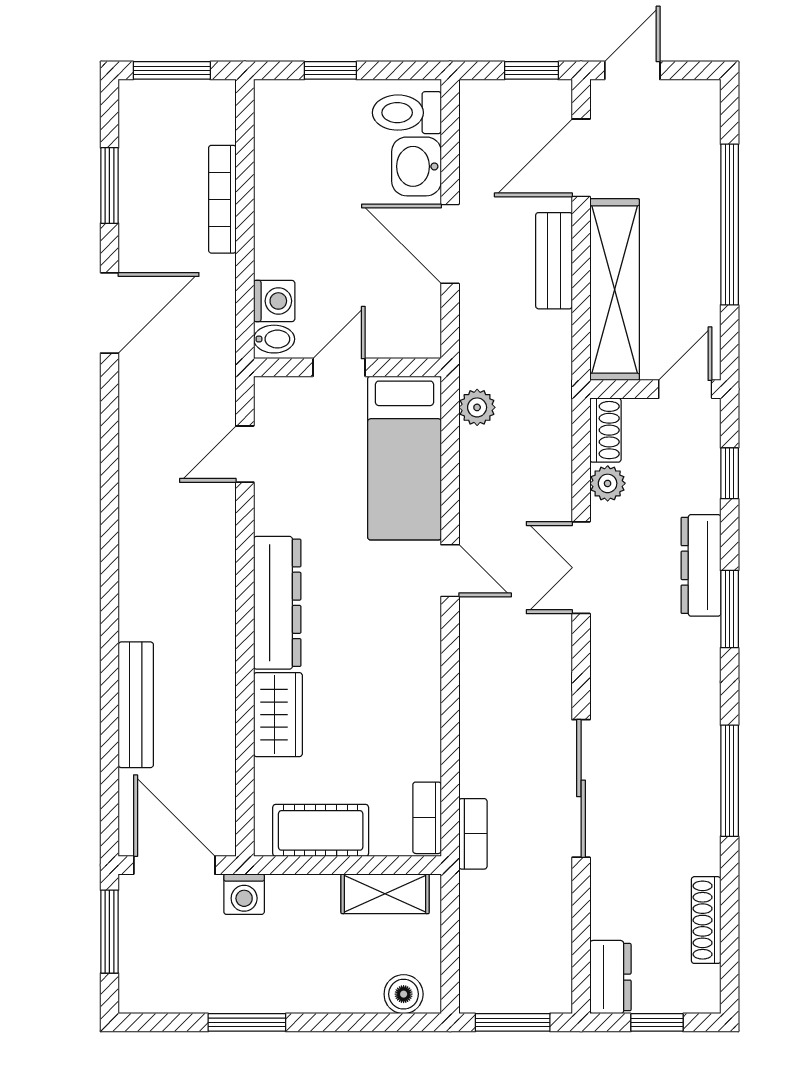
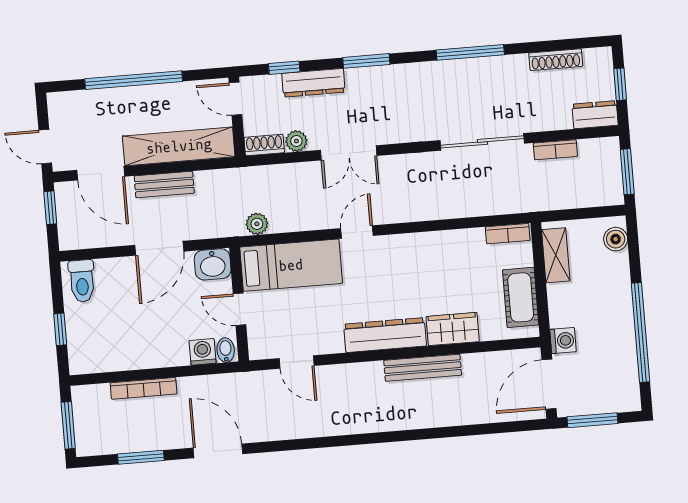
washbasin: (416, 166) -> (213, 264), moved
dresser: (701, 565) -> (313, 83), moved
bench: (136, 705) -> (423, 368), moved
bookcase: (473, 834) -> (555, 150), moved, turned 180
window: (247, 1022) -> (641, 332), width x2.11

